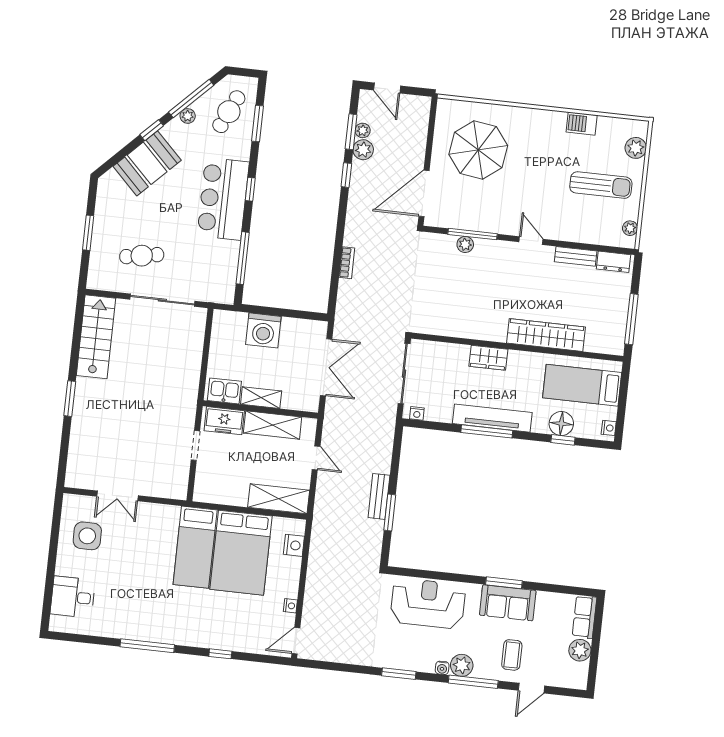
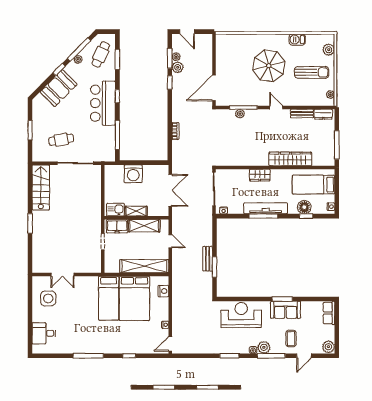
parasol: (478, 150) -> (269, 66), moved
shelving: (279, 499) -> (144, 266), width x1.47
plant: (580, 650) -> (328, 347), moved

